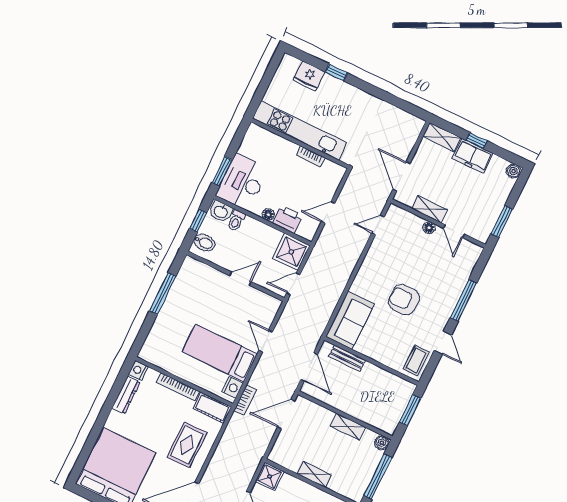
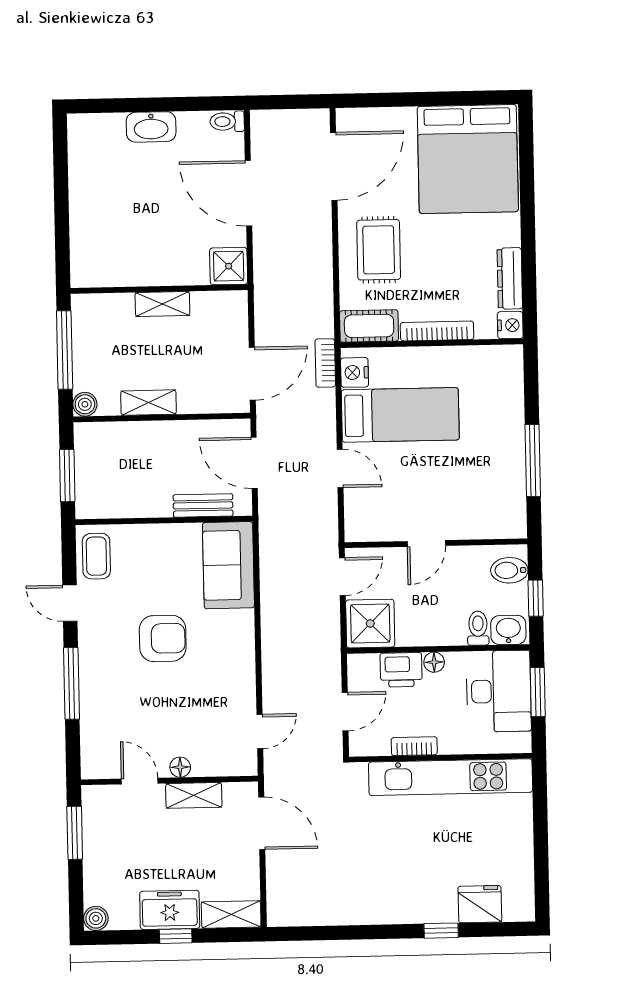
kitchen unit: (300, 130) -> (451, 777), moved
wall: (300, 143) -> (440, 758), moved
bookcase: (311, 156) -> (414, 746), moved

